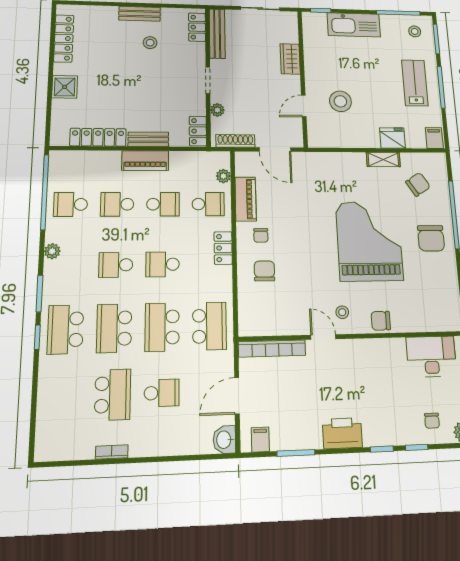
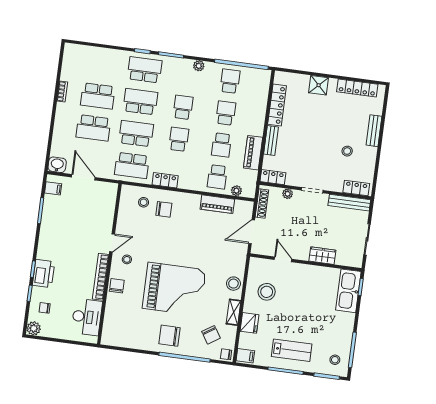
bench: (140, 14) -> (374, 131), moved
kitchen sink: (354, 25) -> (348, 291), moved
stool: (340, 101) -> (267, 292), moved
piano: (145, 161) -> (253, 153), moved
stool: (347, 164) -> (233, 284), added
chair: (261, 235) -> (226, 354), moved
locker: (223, 248) -> (165, 180), moved
stool: (259, 301) -> (144, 202), added
bookcase: (272, 349) -> (101, 277), moved
school desk: (162, 393) -> (93, 128), width x1.85
printer: (342, 433) -> (44, 274), moved

